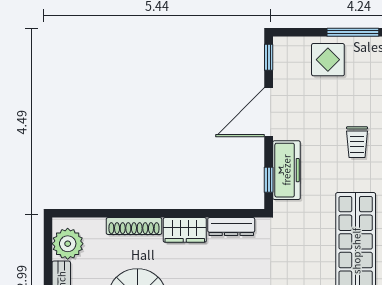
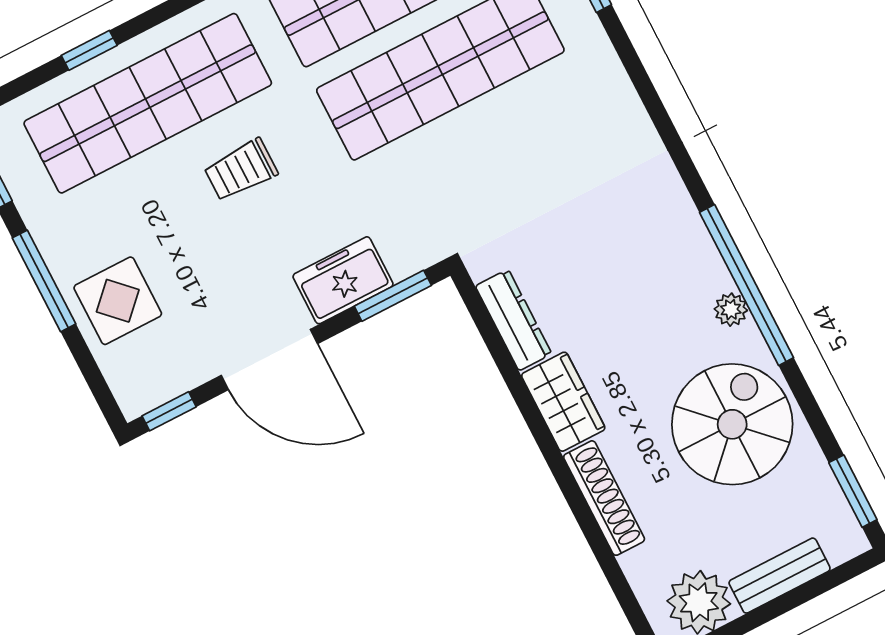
trolley: (357, 142) -> (241, 170), turned 180
freezer: (286, 170) -> (343, 280), width x0.71
window: (269, 180) -> (393, 296), width x1.50

